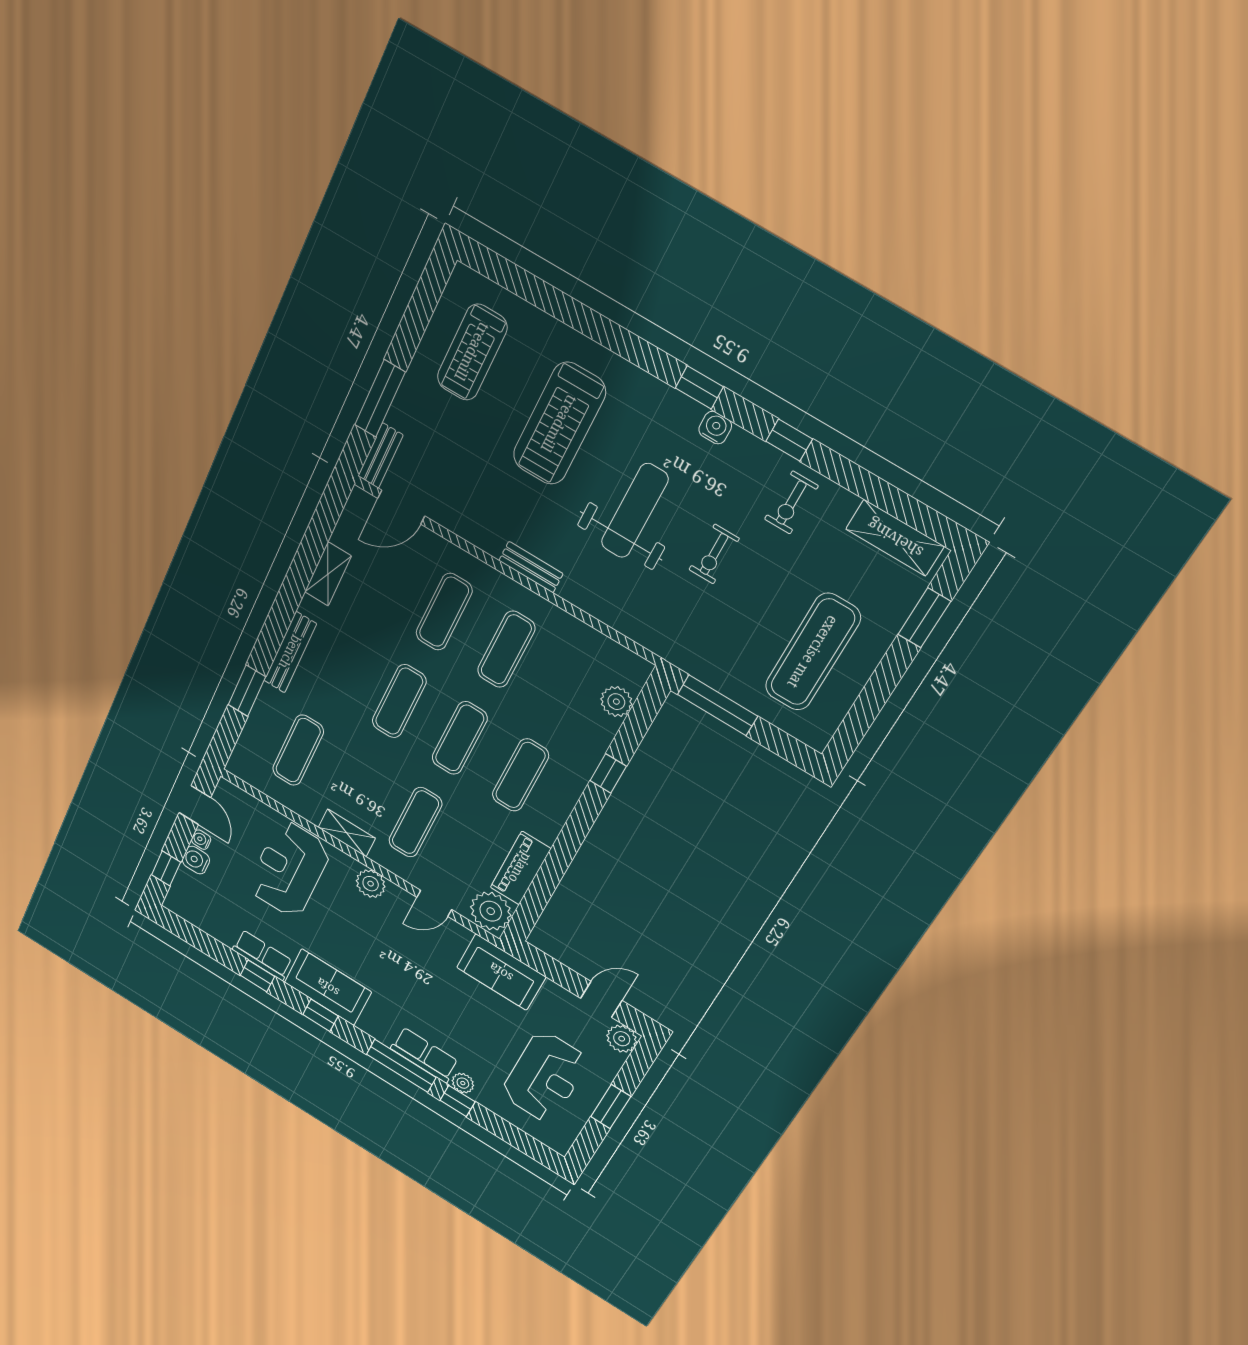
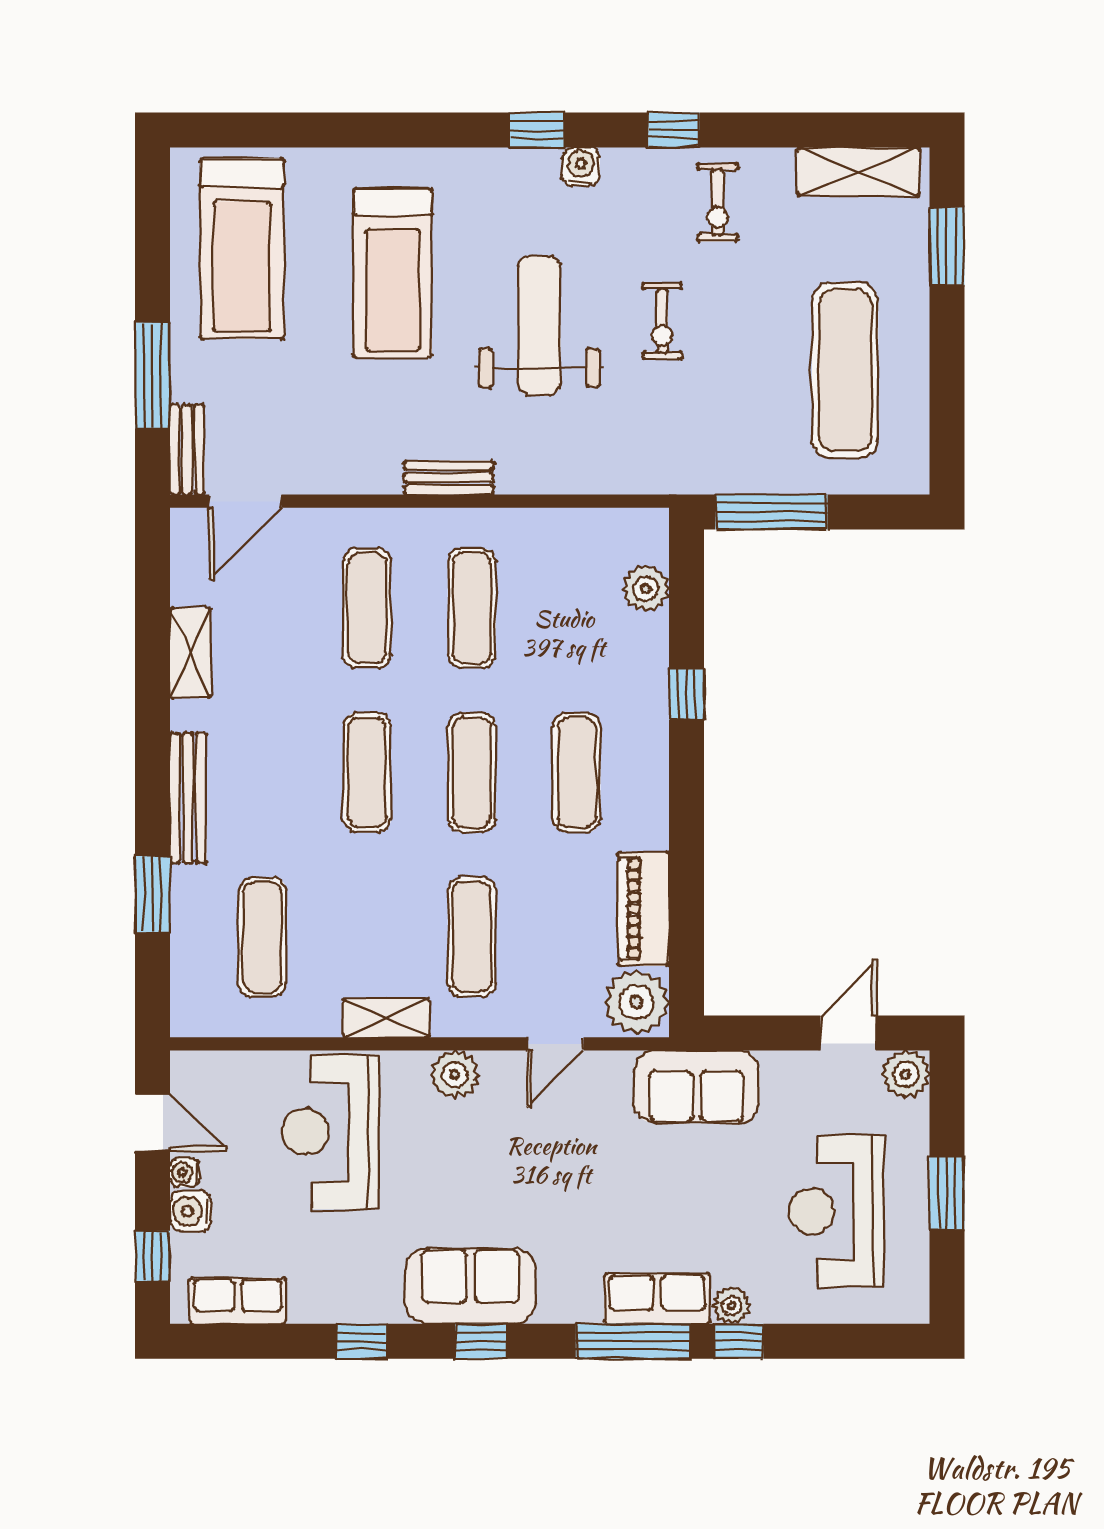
treadmill: (472, 352) -> (242, 249), width x1.37, depth x1.38
row of seats: (262, 955) -> (238, 1301), moved
reception desk: (545, 1077) -> (836, 1211), turned 180

